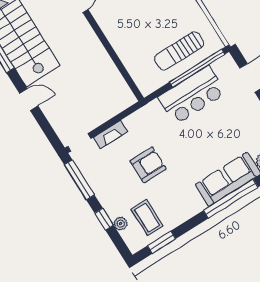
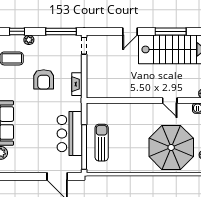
fireplace: (111, 134) -> (77, 84), moved
window: (104, 219) -> (17, 31), moved
plant: (120, 224) -> (29, 40), moved

